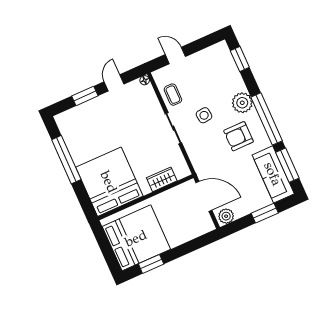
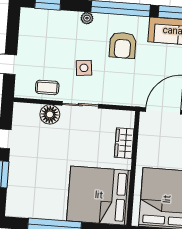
floor lamp: (145, 80) -> (50, 114), moved, width x1.89, depth x1.89
plant: (242, 103) -> (87, 18), width x0.53, depth x0.53

